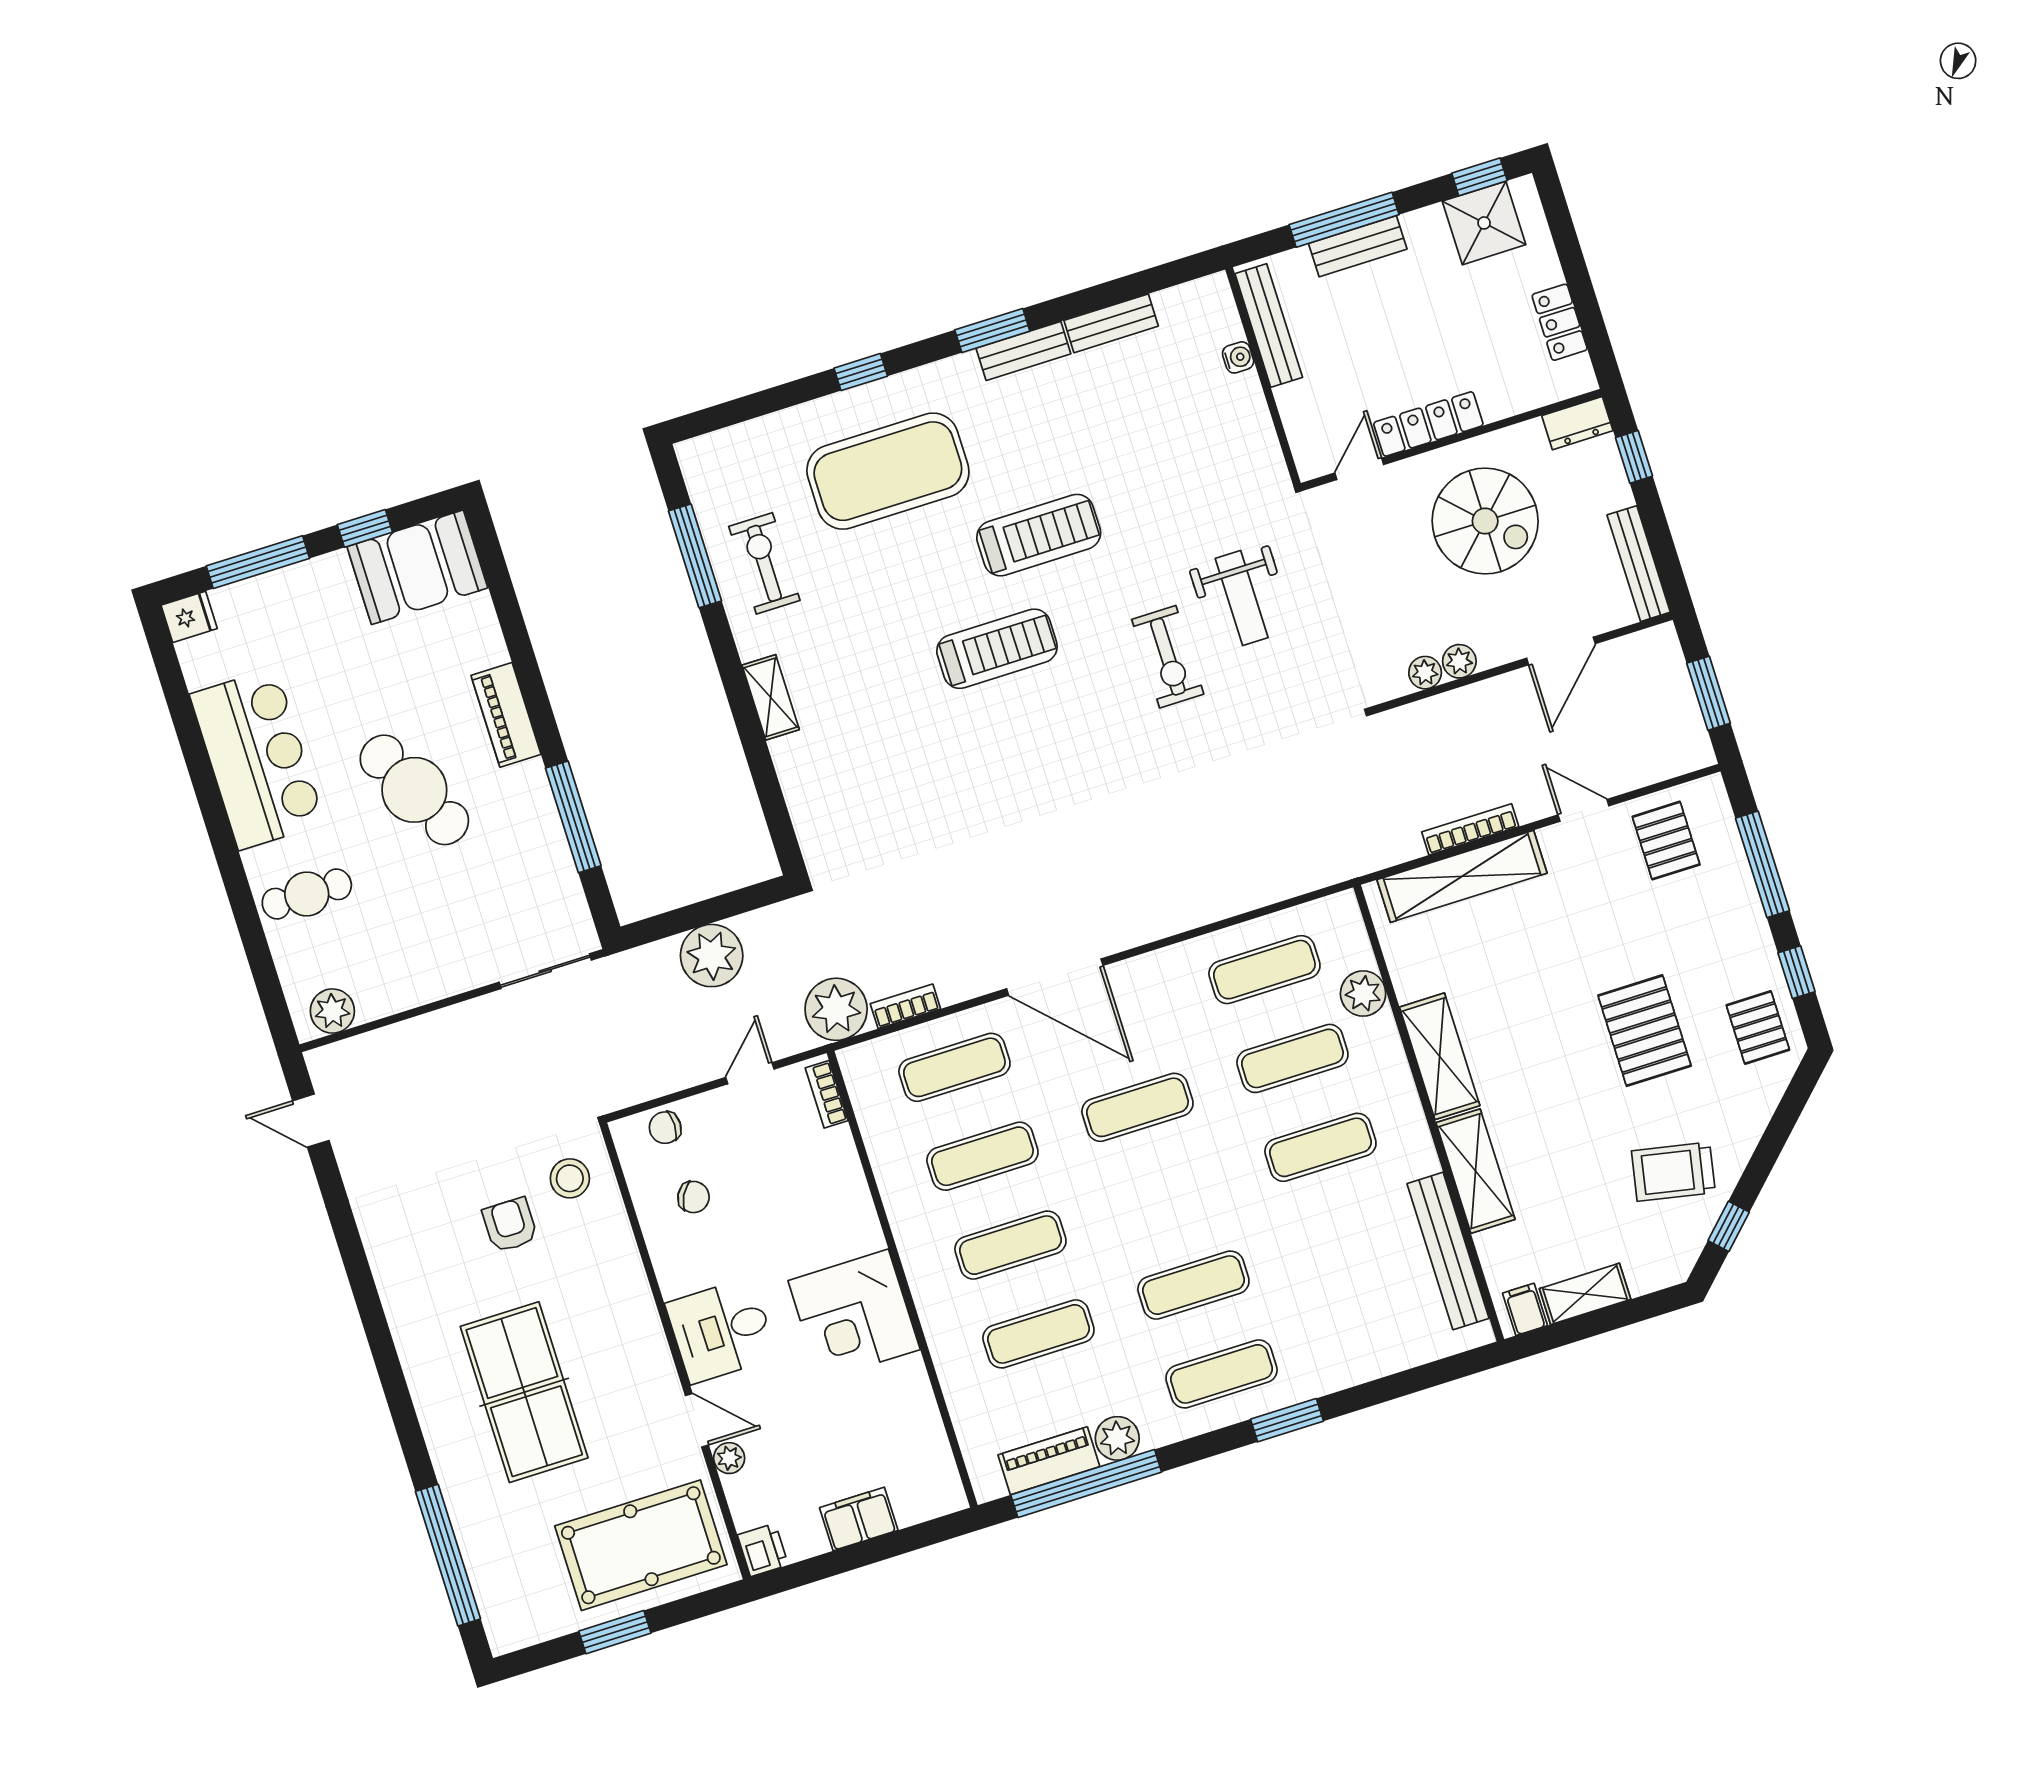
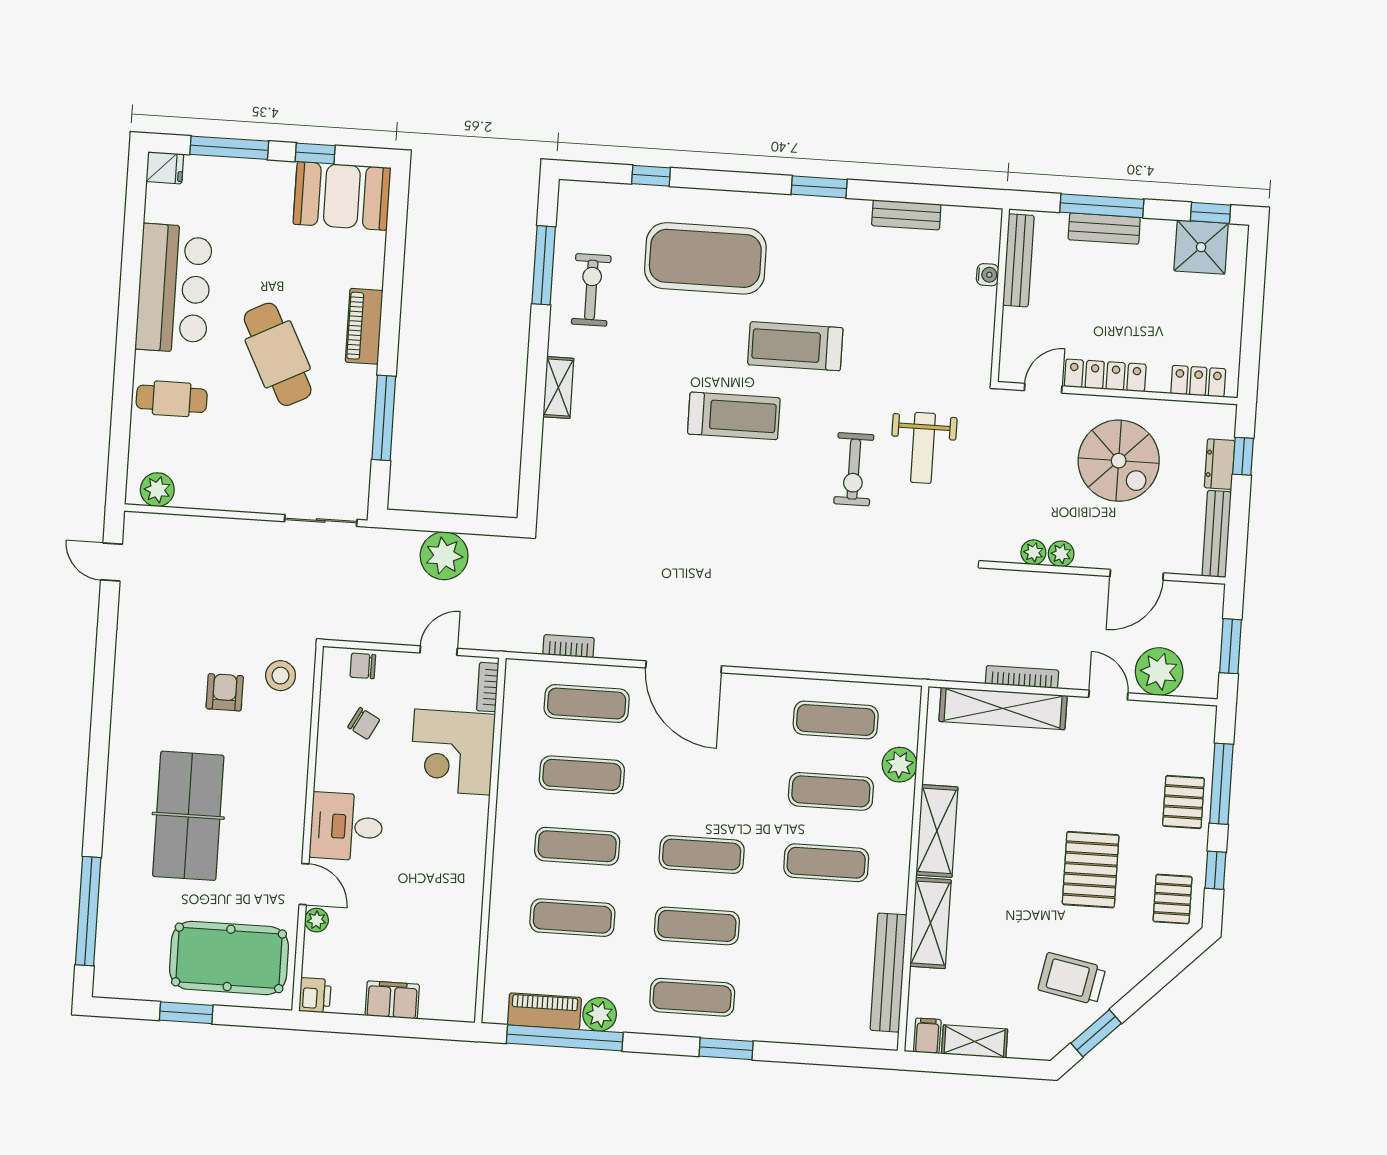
locker: (1560, 322) -> (1198, 381), moved, turned 90
bench: (1023, 351) -> (836, 210), removed
window: (861, 372) -> (651, 176), moved
dresser: (1577, 423) -> (1220, 464), moved, turned 90
treadmill: (1039, 535) -> (795, 346), turned 180
pallet: (1666, 841) -> (1183, 802), moved
plant: (836, 1009) -> (1159, 672), moved
exercise mat: (1137, 1107) -> (702, 855), moved
window: (1729, 1226) -> (1096, 1033), width x1.50
corner desk: (854, 1315) -> (452, 752), moved

